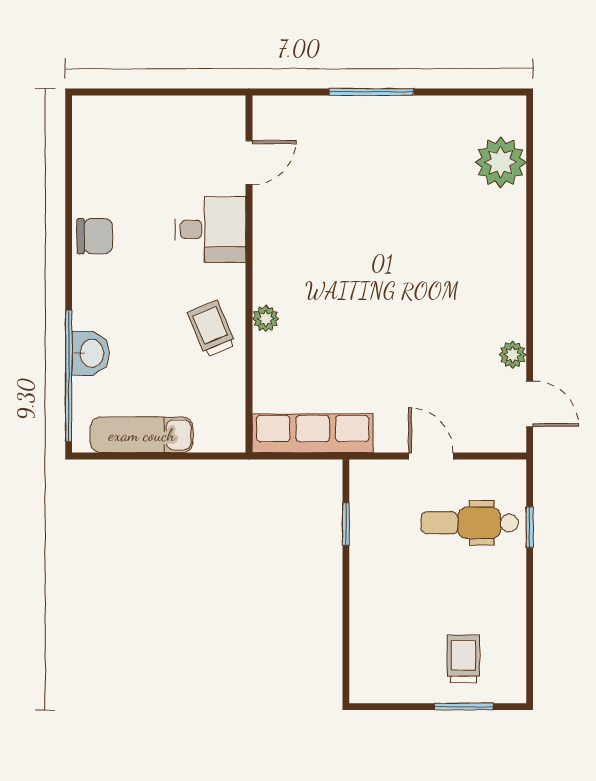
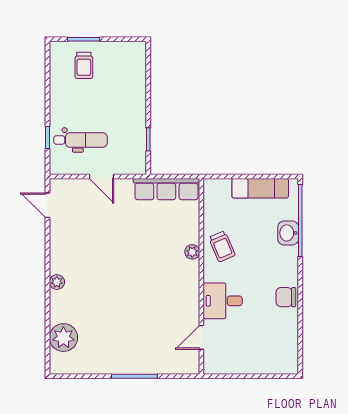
plant: (513, 355) -> (57, 282), moved

